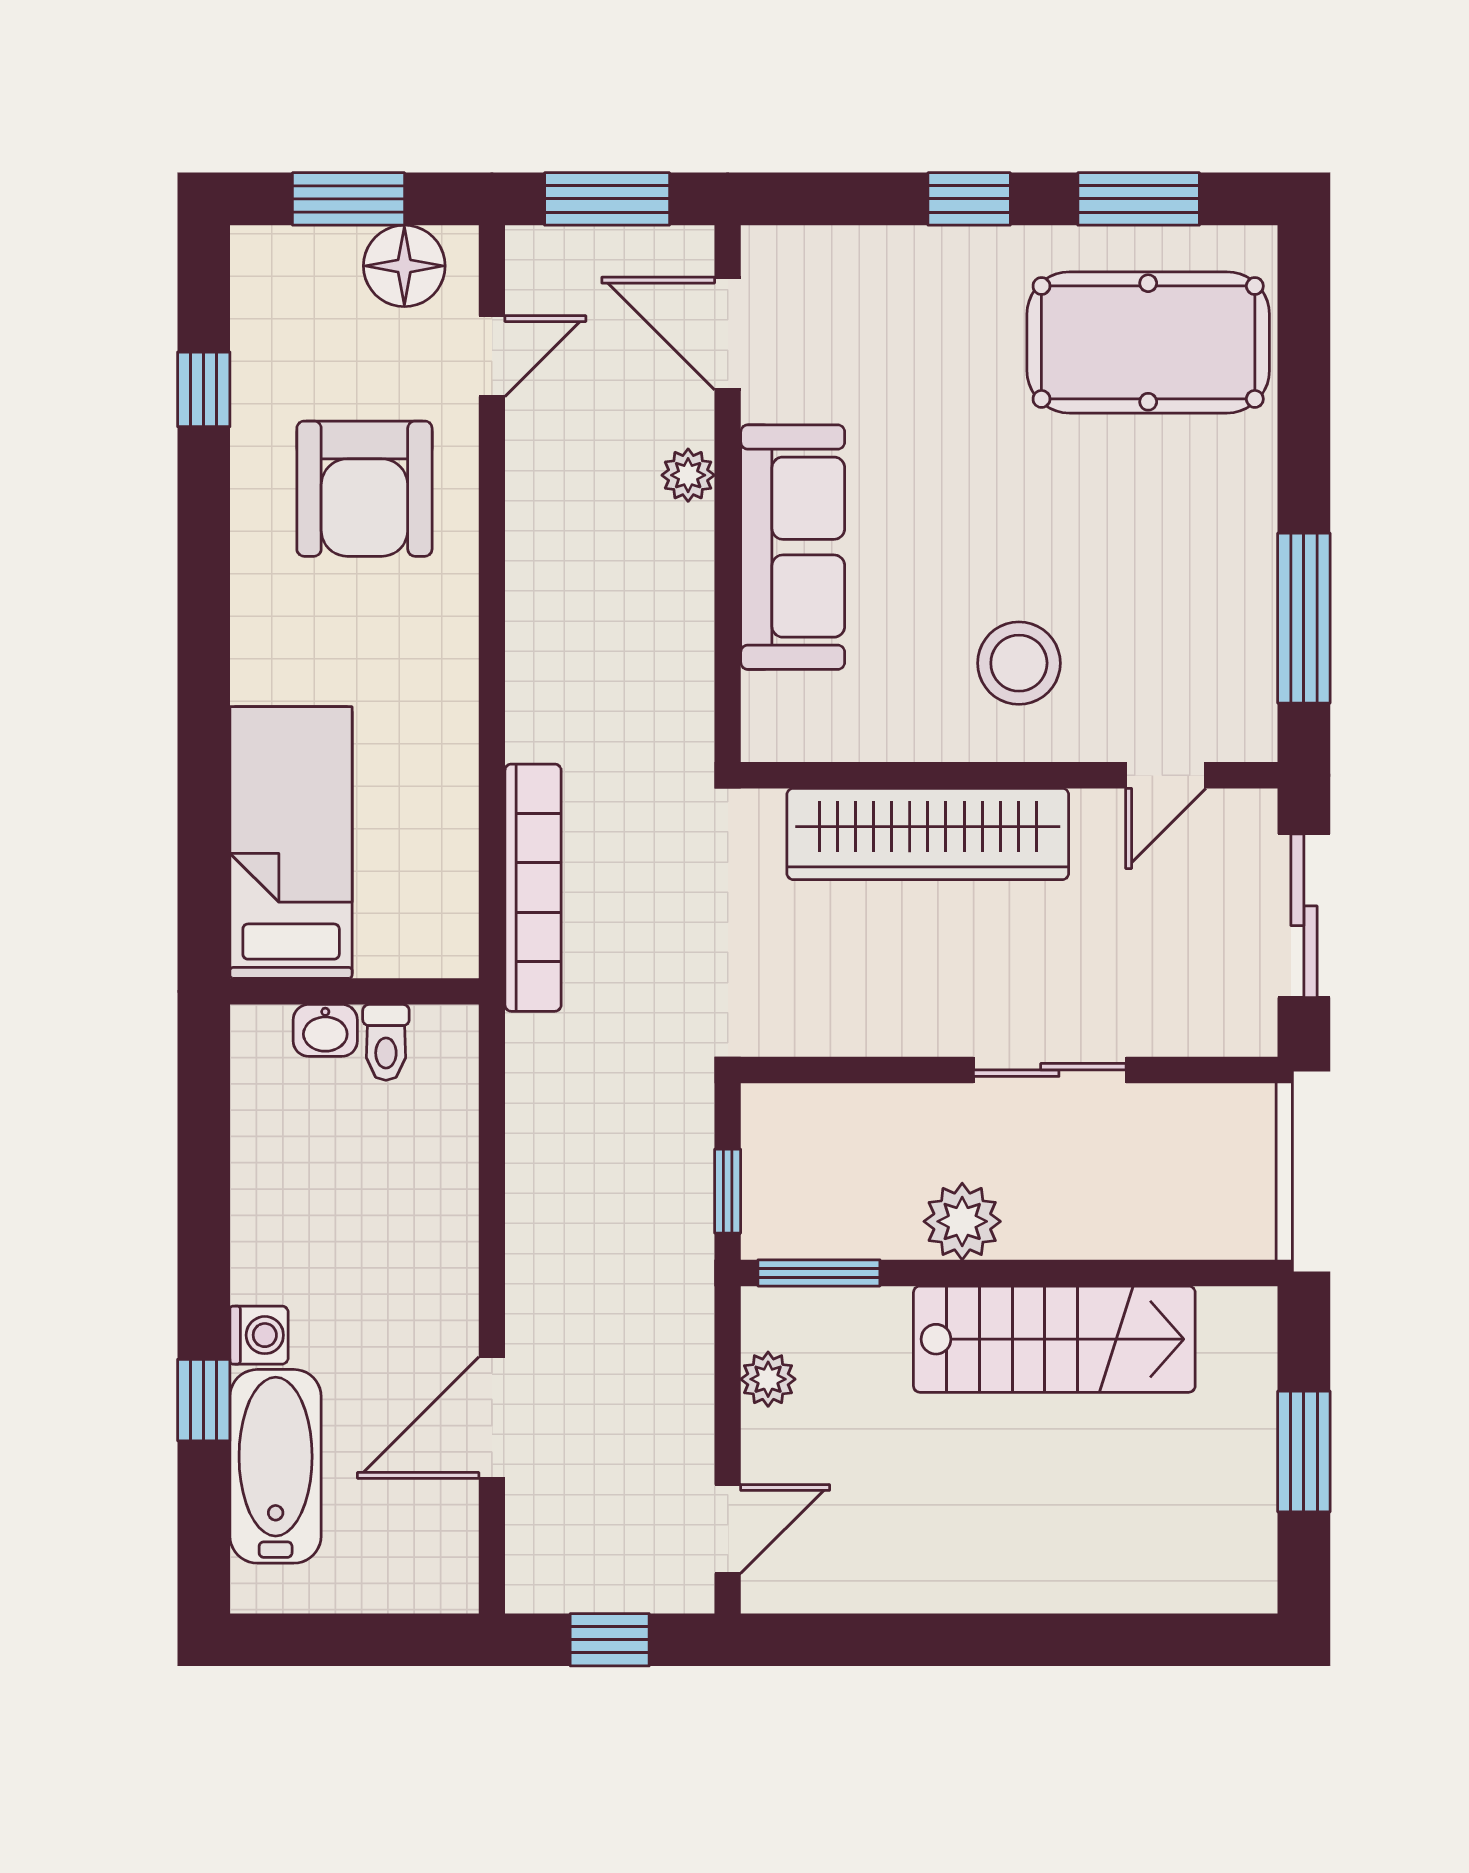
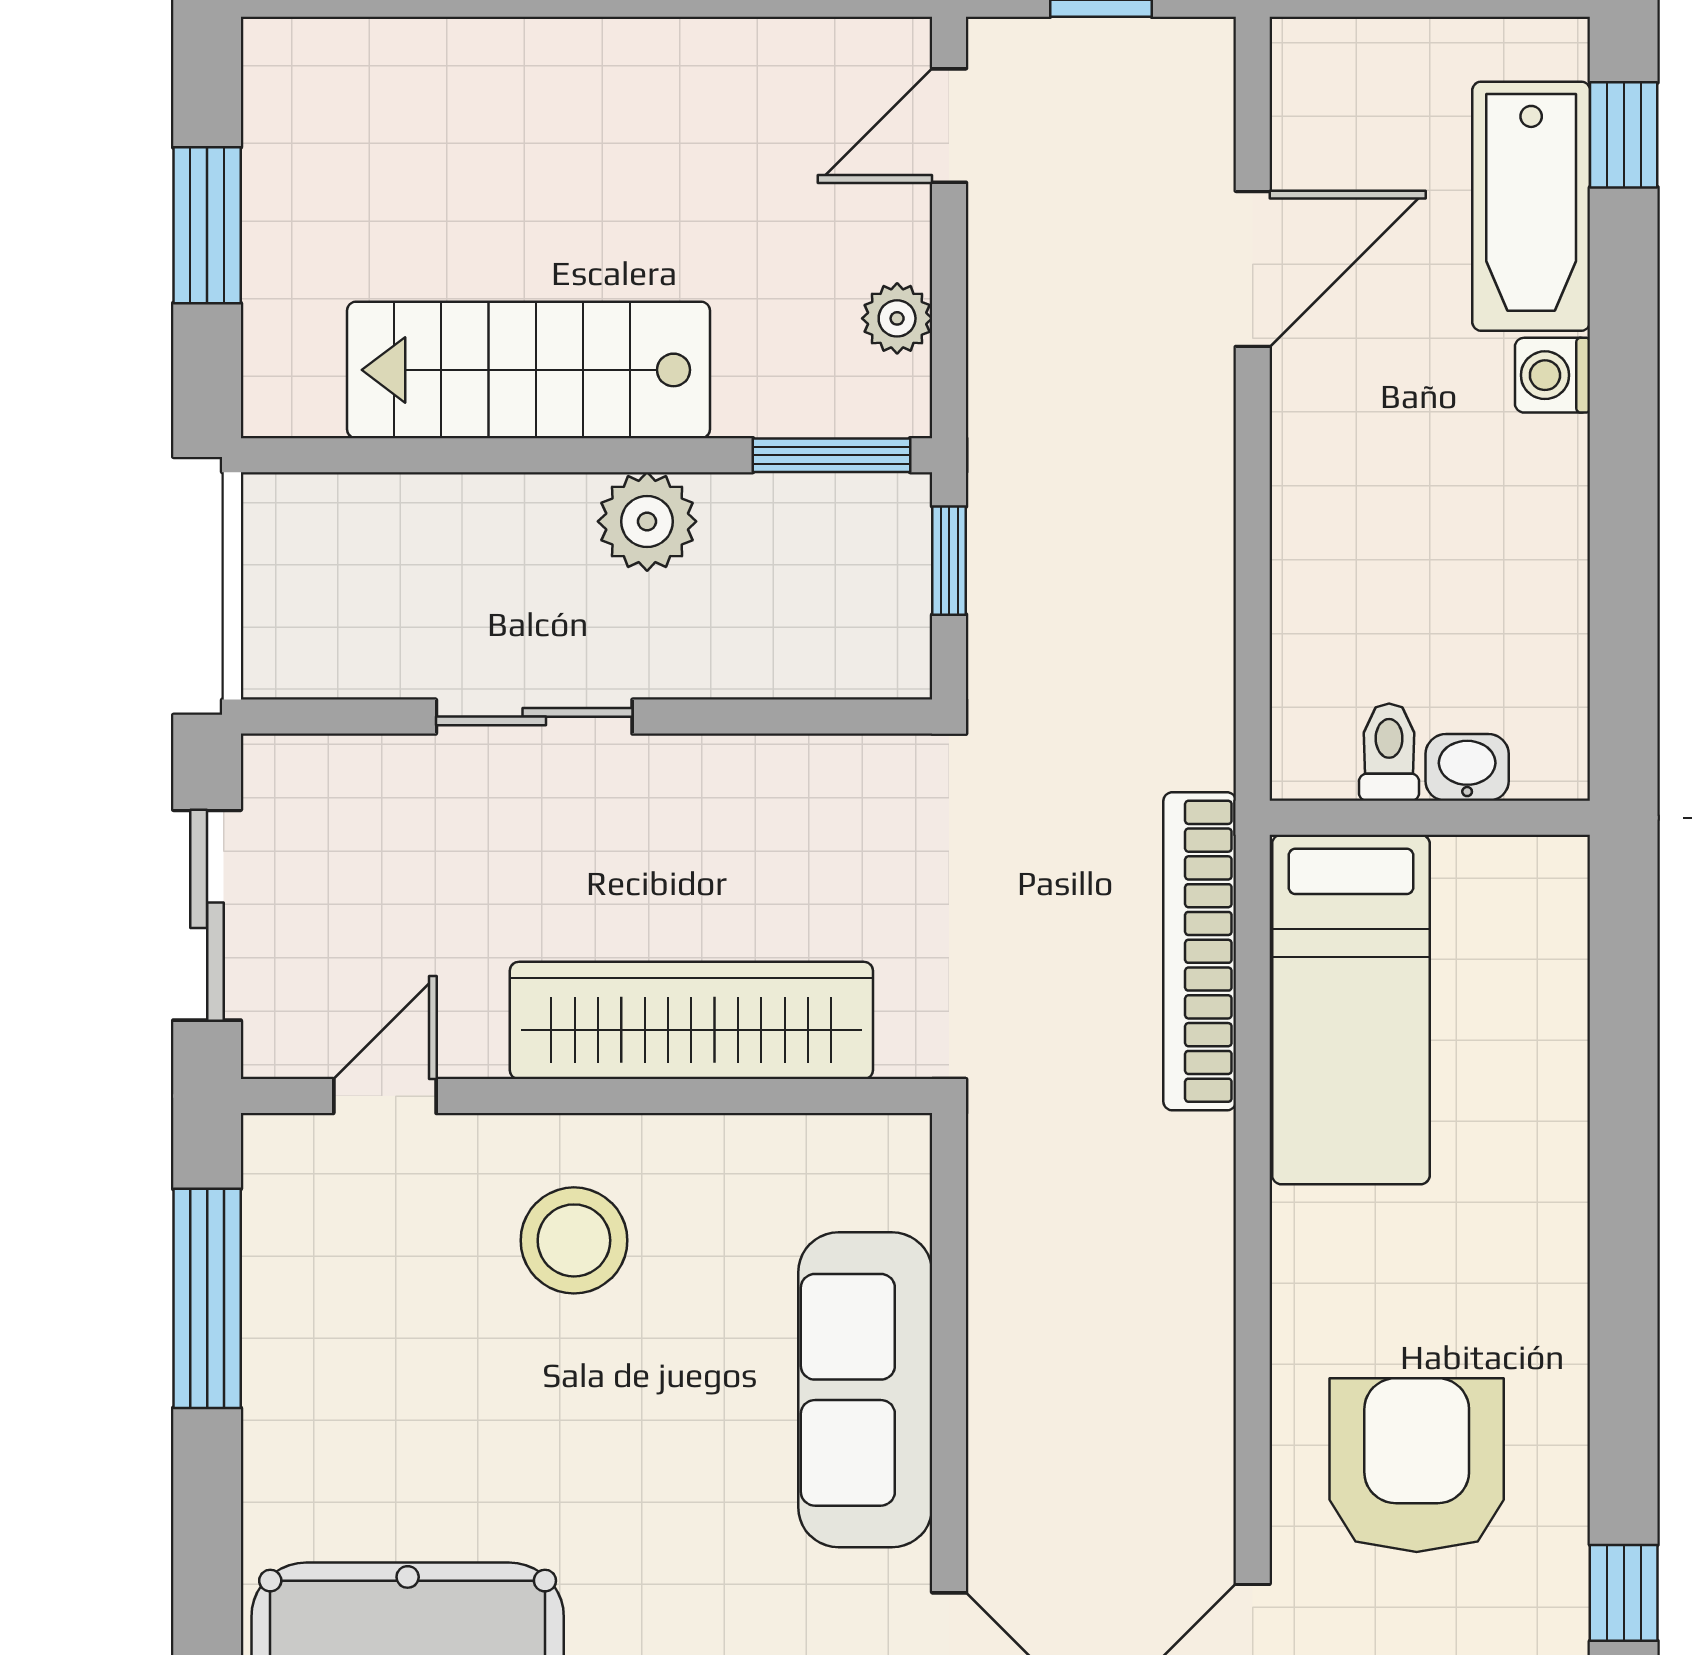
plant: (688, 475) -> (1000, 1482), removed
bed: (291, 842) -> (1351, 1010), moved
window: (204, 1400) -> (1624, 135), moved

